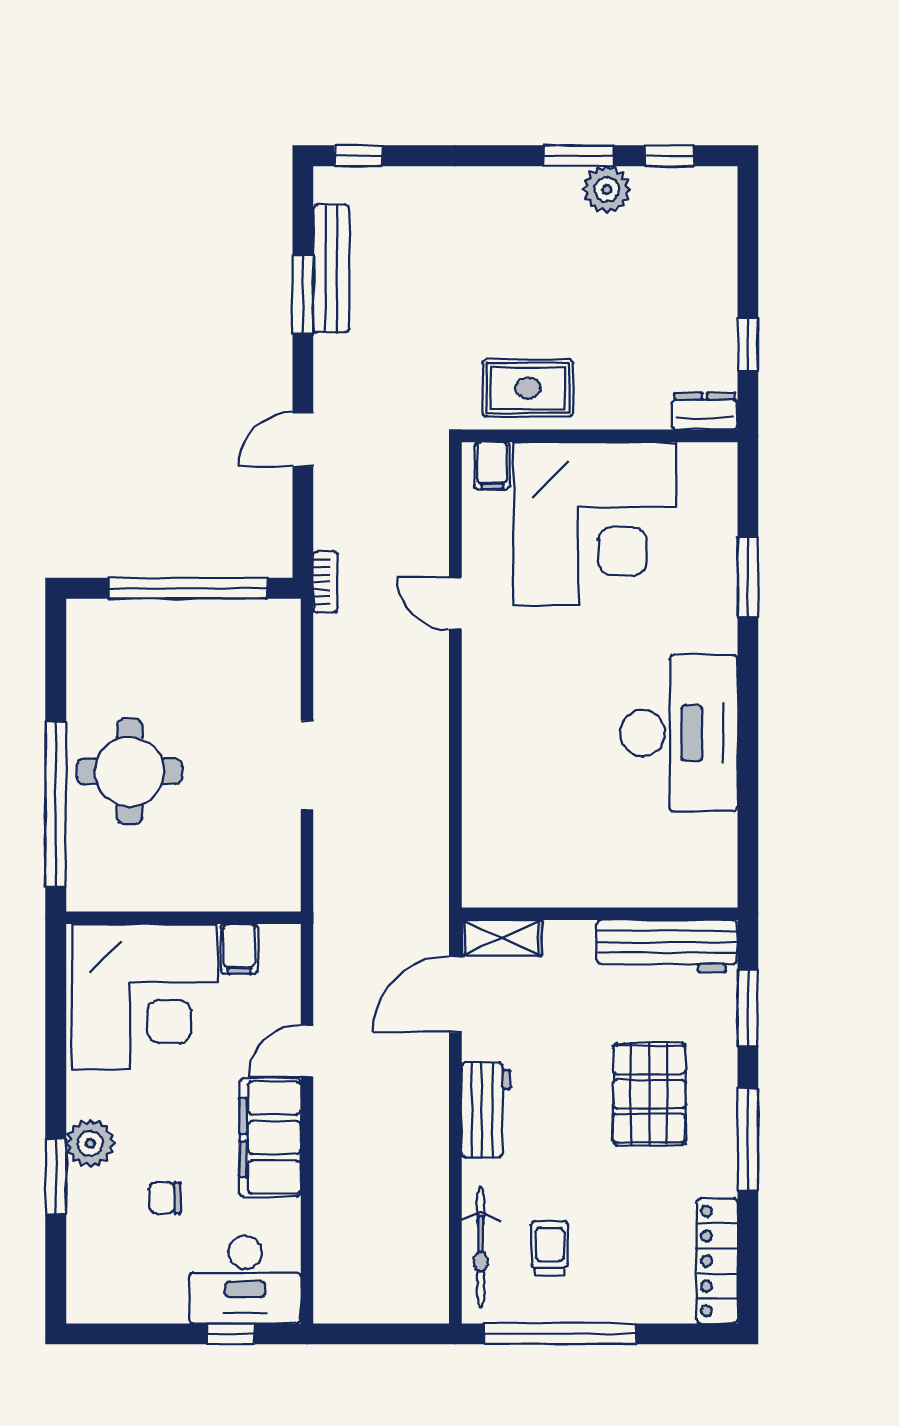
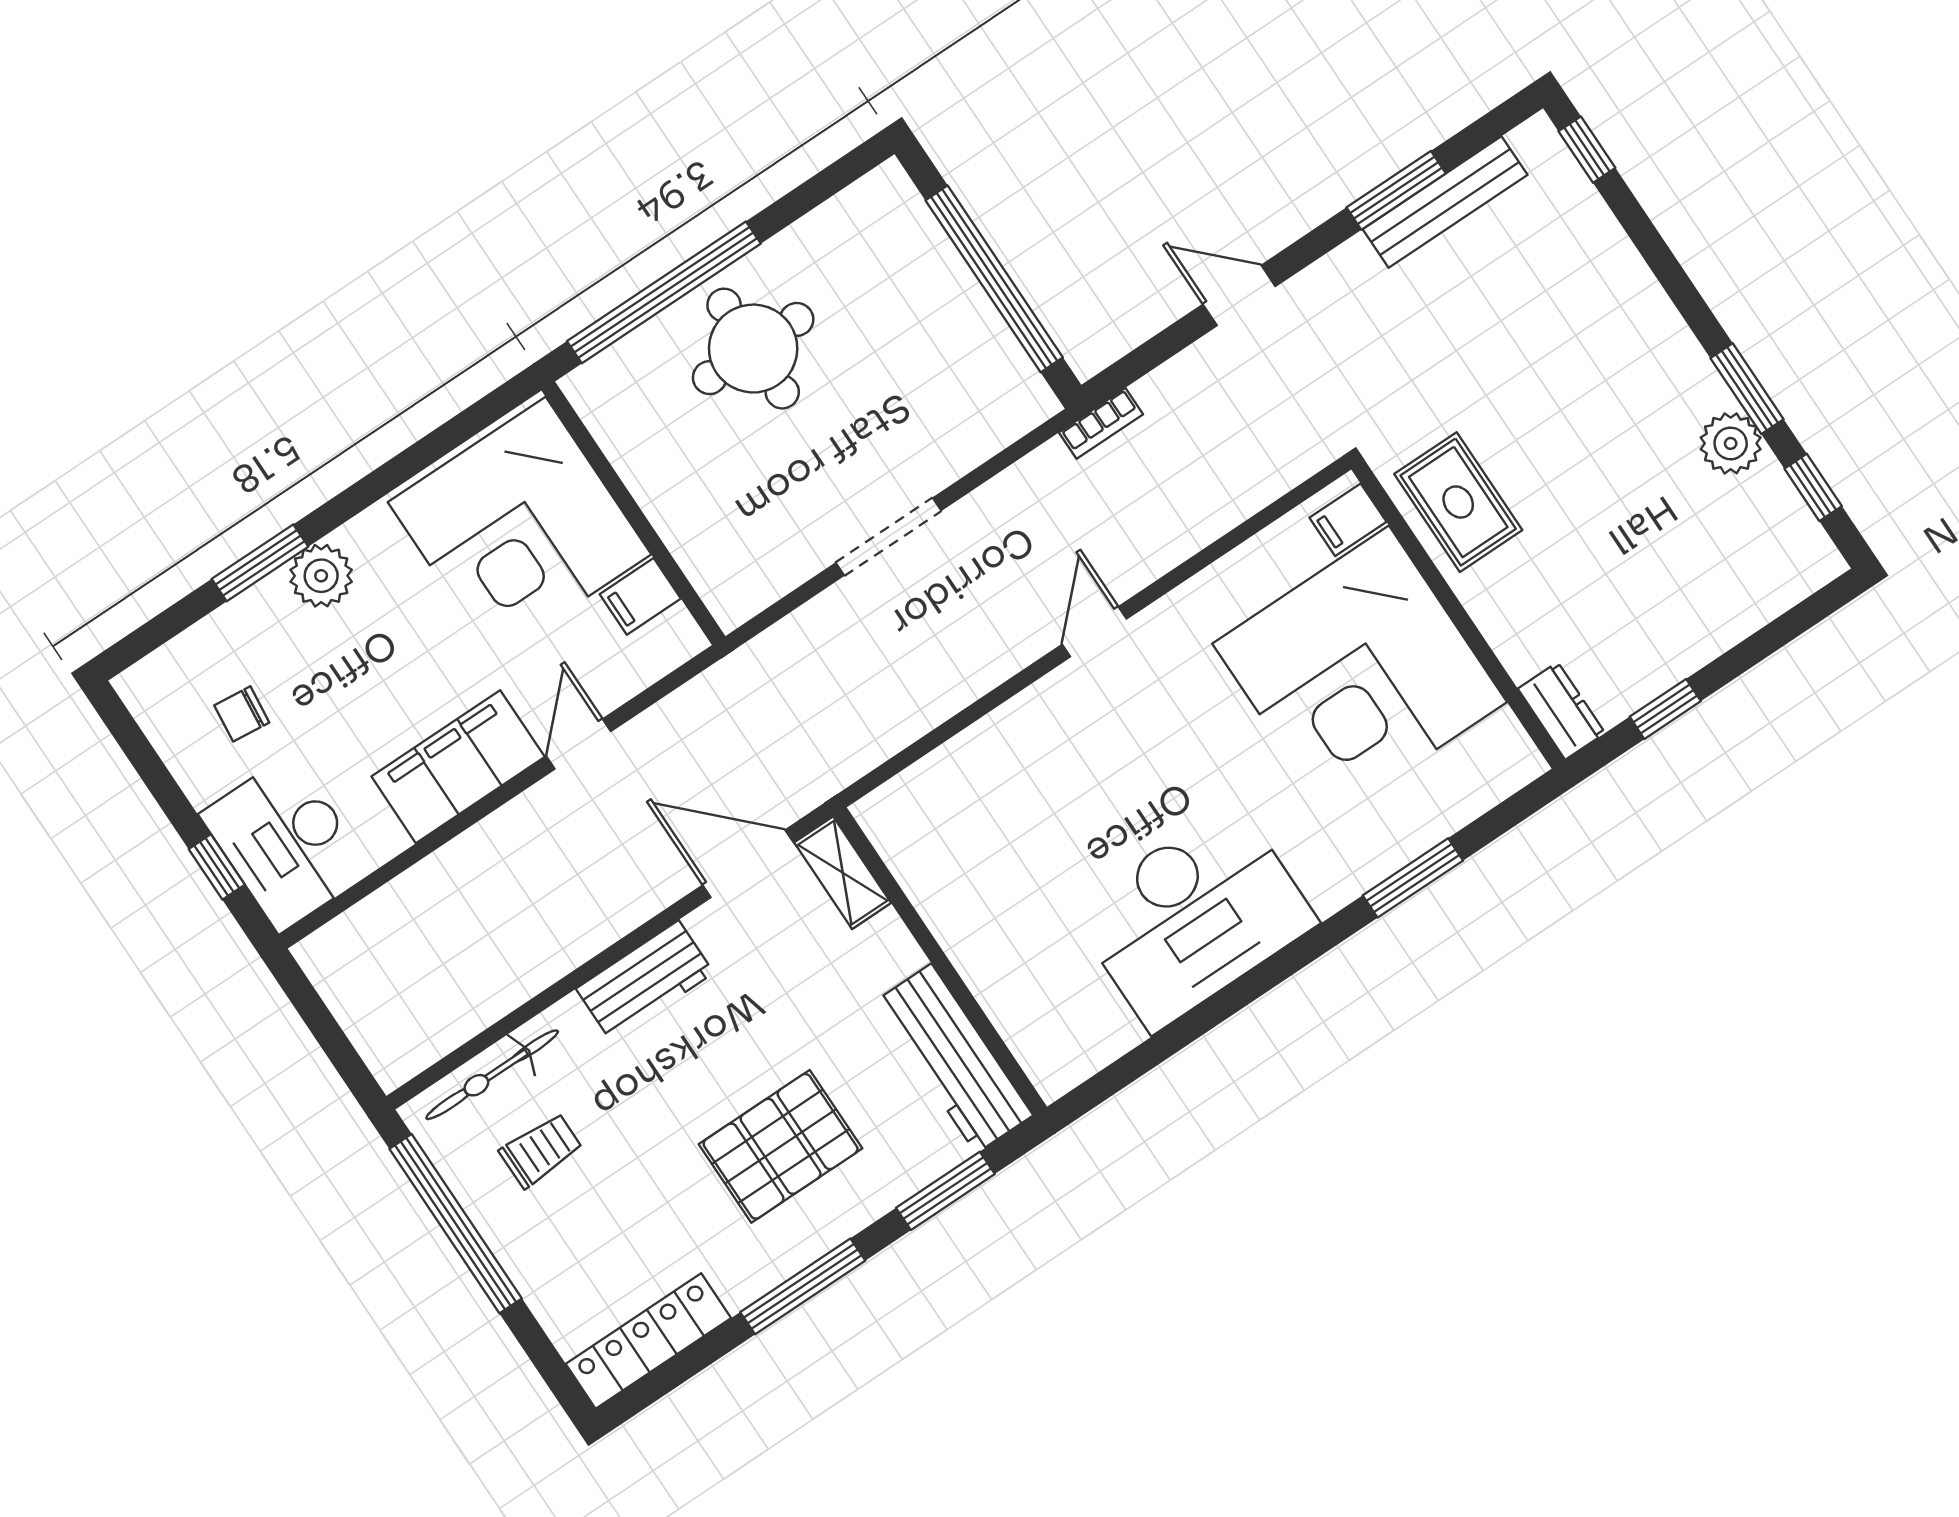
door: (455, 603) -> (1094, 632), moved
door: (307, 1051) -> (579, 744), hinge flipped
chair: (165, 1198) -> (242, 714), moved, turned -84

